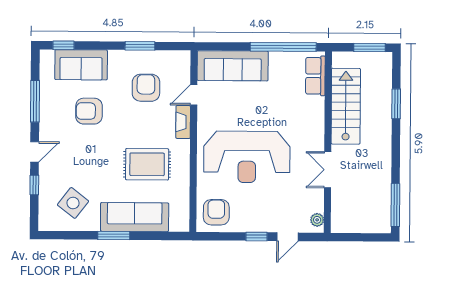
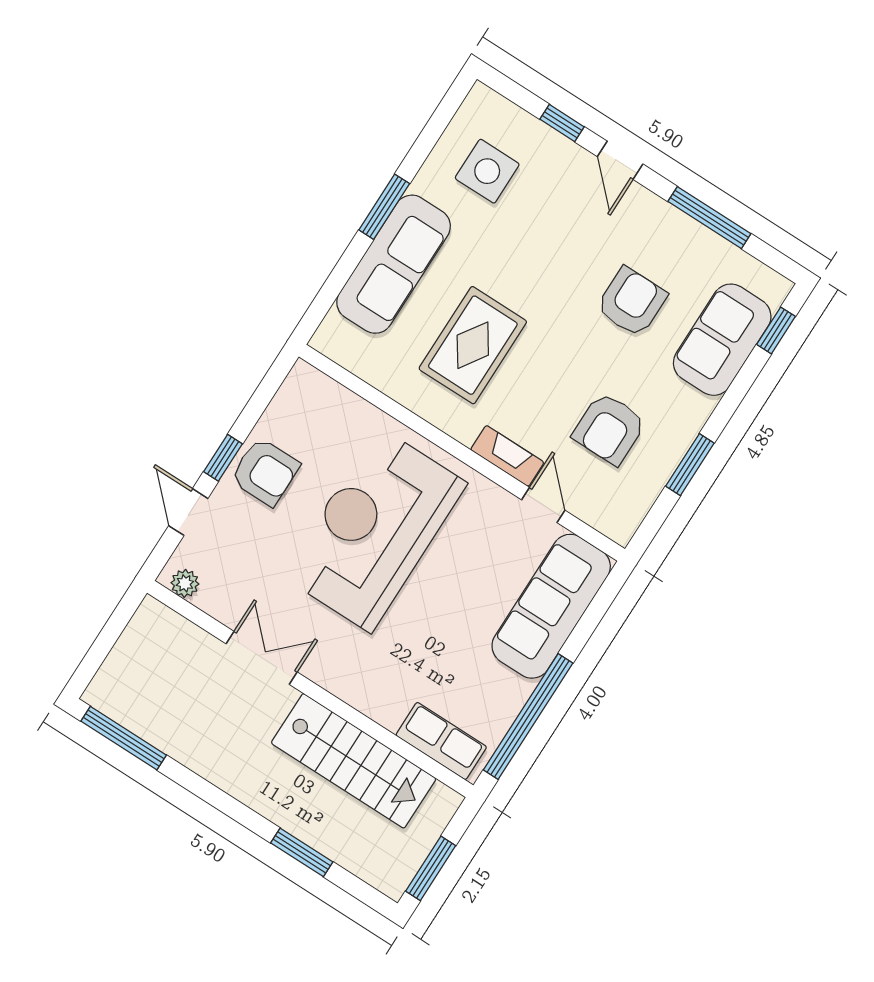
armchair: (146, 88) -> (609, 429), turned 90
side table: (73, 203) -> (487, 171), turned -38
armchair: (216, 212) -> (265, 472), moved

